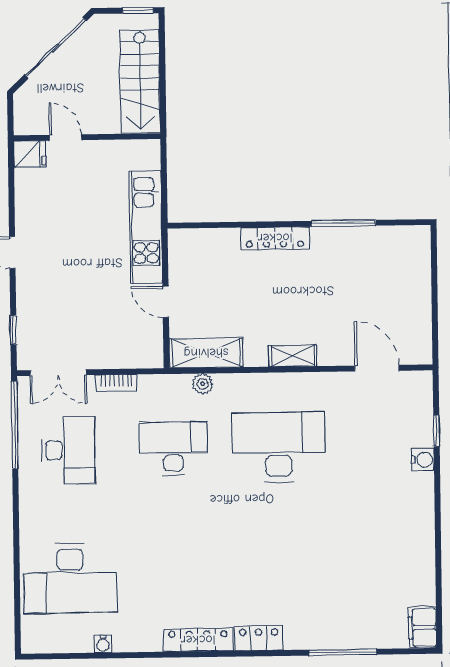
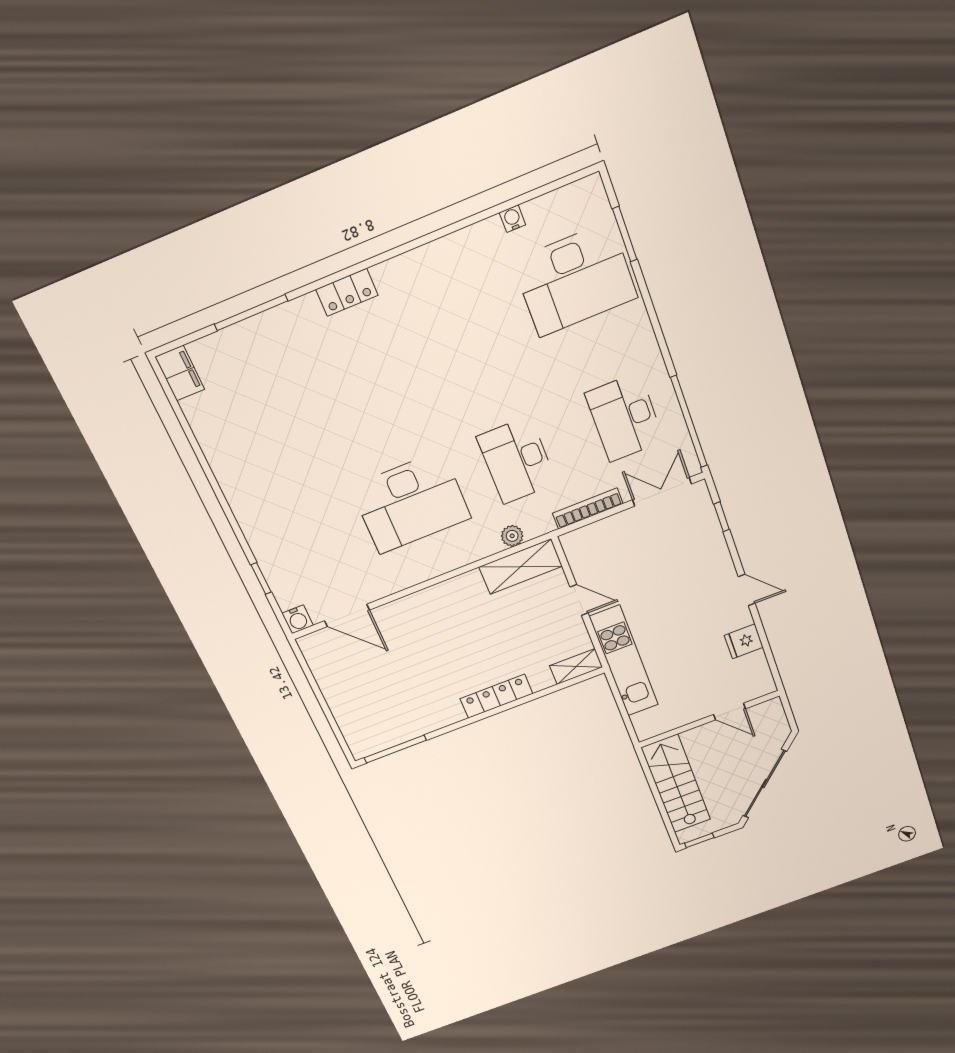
fridge: (30, 154) -> (744, 641), moved
window: (343, 223) -> (395, 749), moved
shelving: (293, 356) -> (576, 666), moved
bookcase: (116, 383) -> (588, 508), width x1.56
desk: (173, 449) -> (517, 460), turned 90
water cooler: (423, 460) -> (298, 619), moved, turned -90
desk: (70, 578) -> (575, 280), turned 180
window: (17, 598) -> (625, 234), added
locker: (198, 640) -> (411, 265), removed

